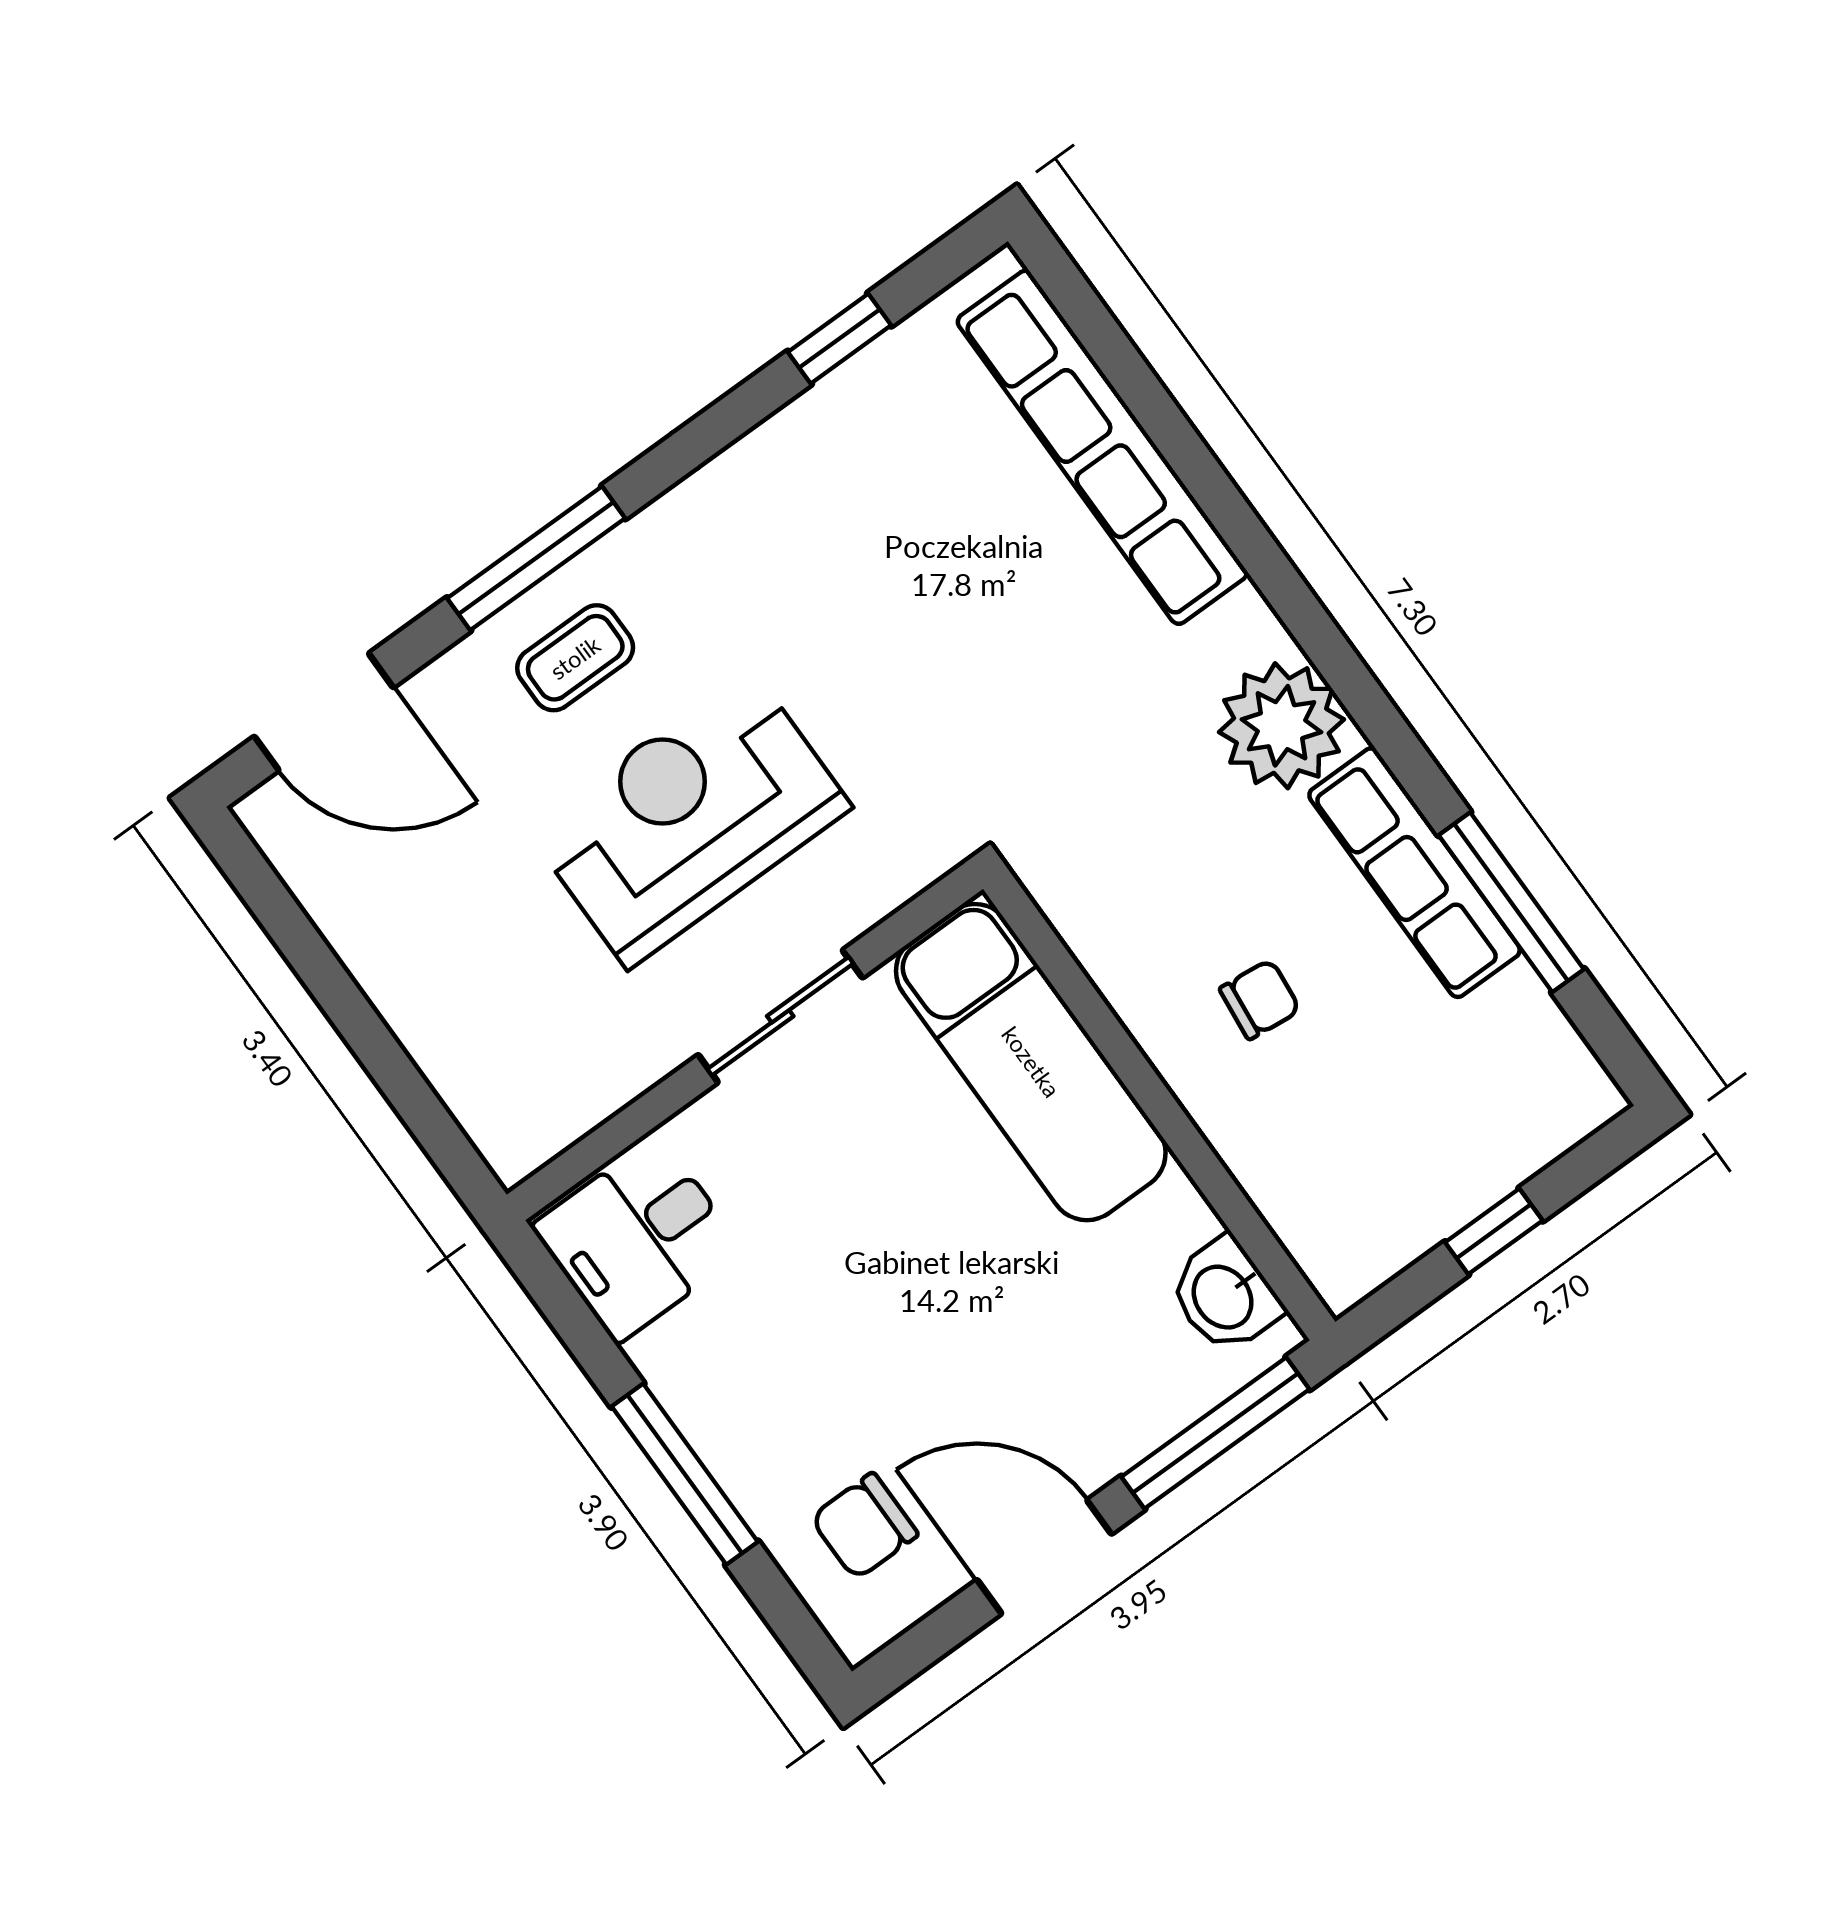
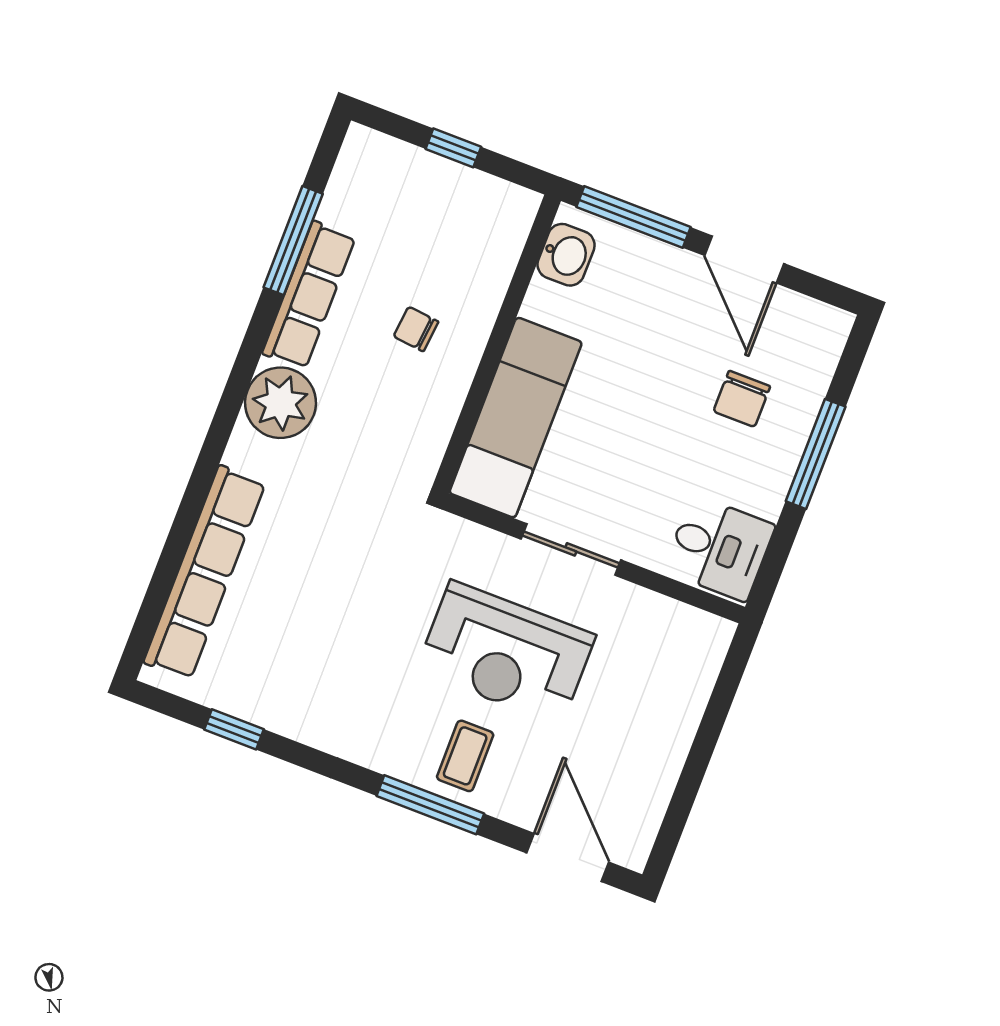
coffee table: (575, 658) -> (465, 756), turned 90
chair: (864, 1526) -> (742, 399), moved, turned 90

